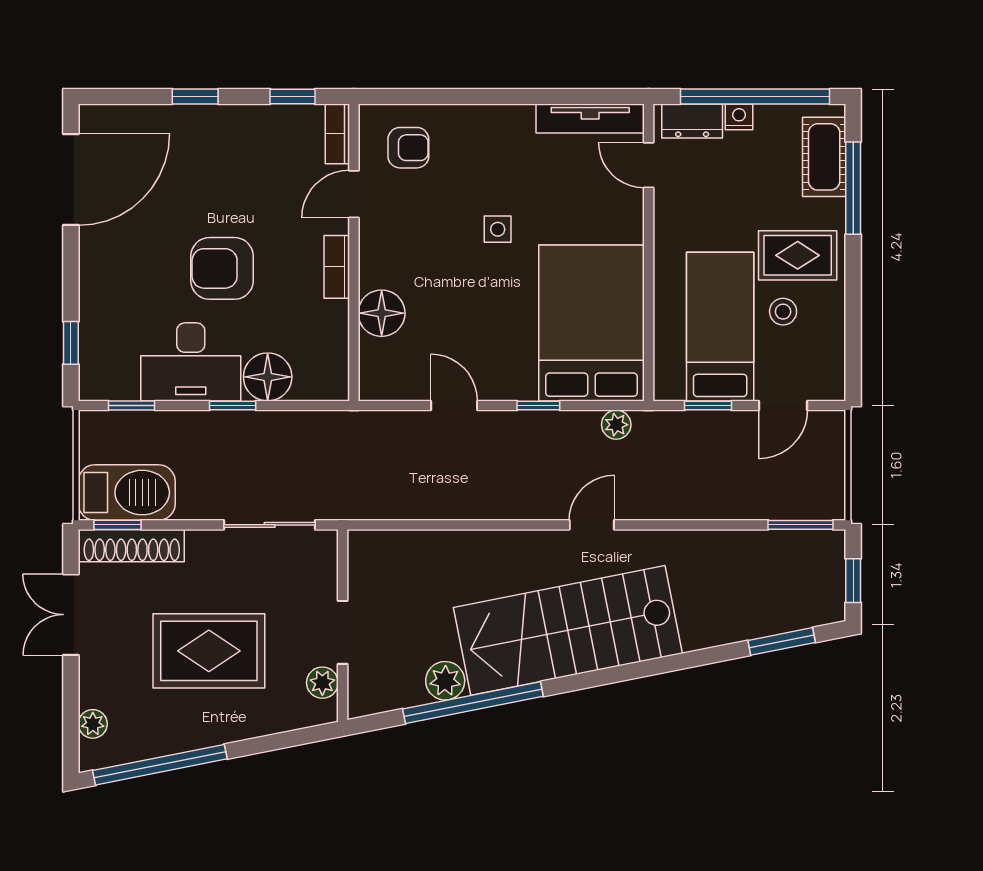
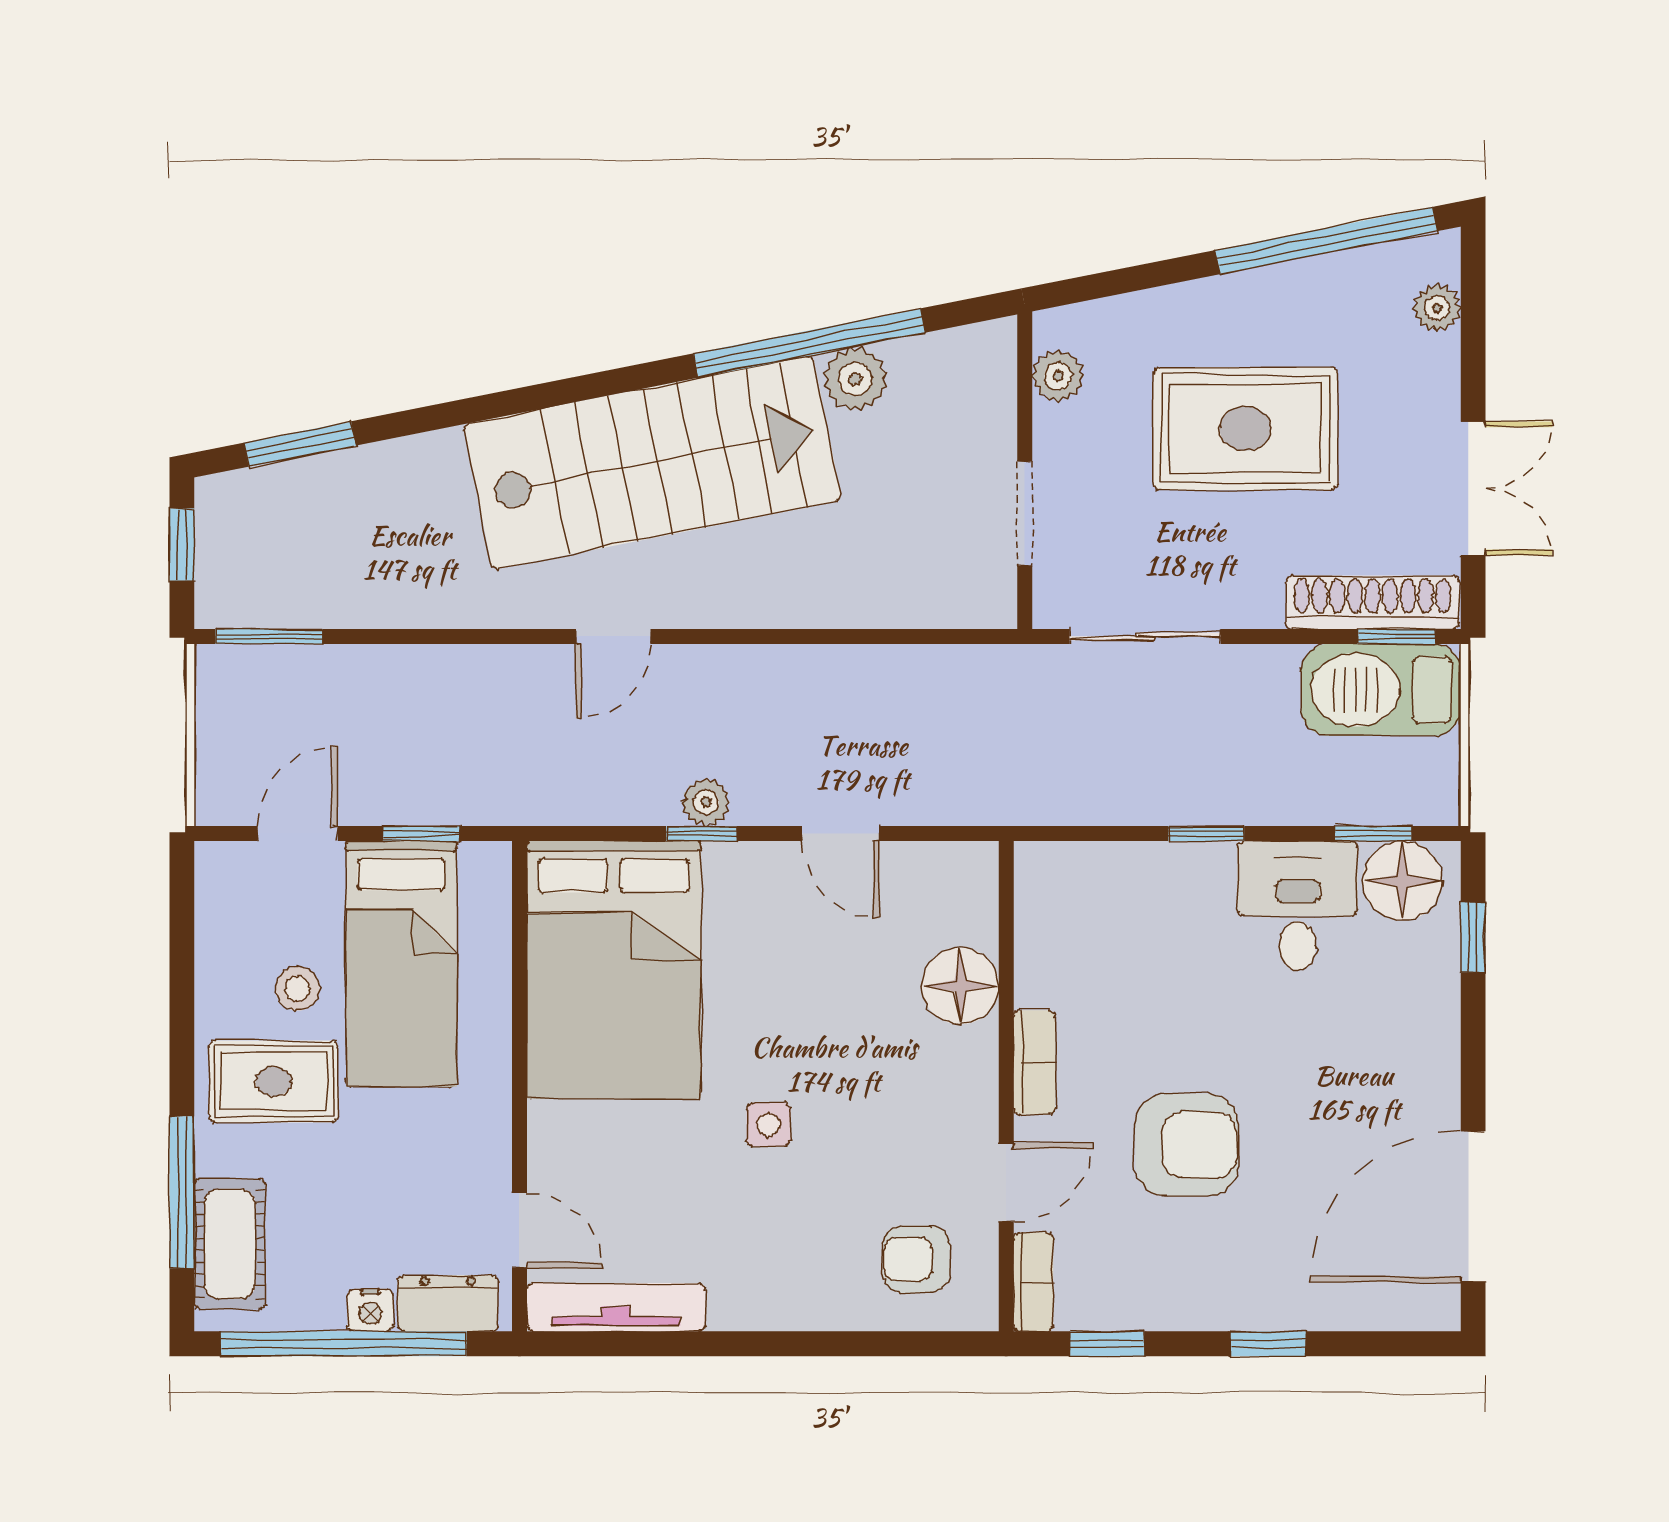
armchair: (222, 268) -> (1187, 1145), moved
desk: (191, 362) -> (1298, 906), width x0.73
floor lamp: (268, 377) -> (1402, 881), moved
plant: (616, 425) -> (706, 802), moved
doorway: (343, 632) -> (1025, 514), moved

